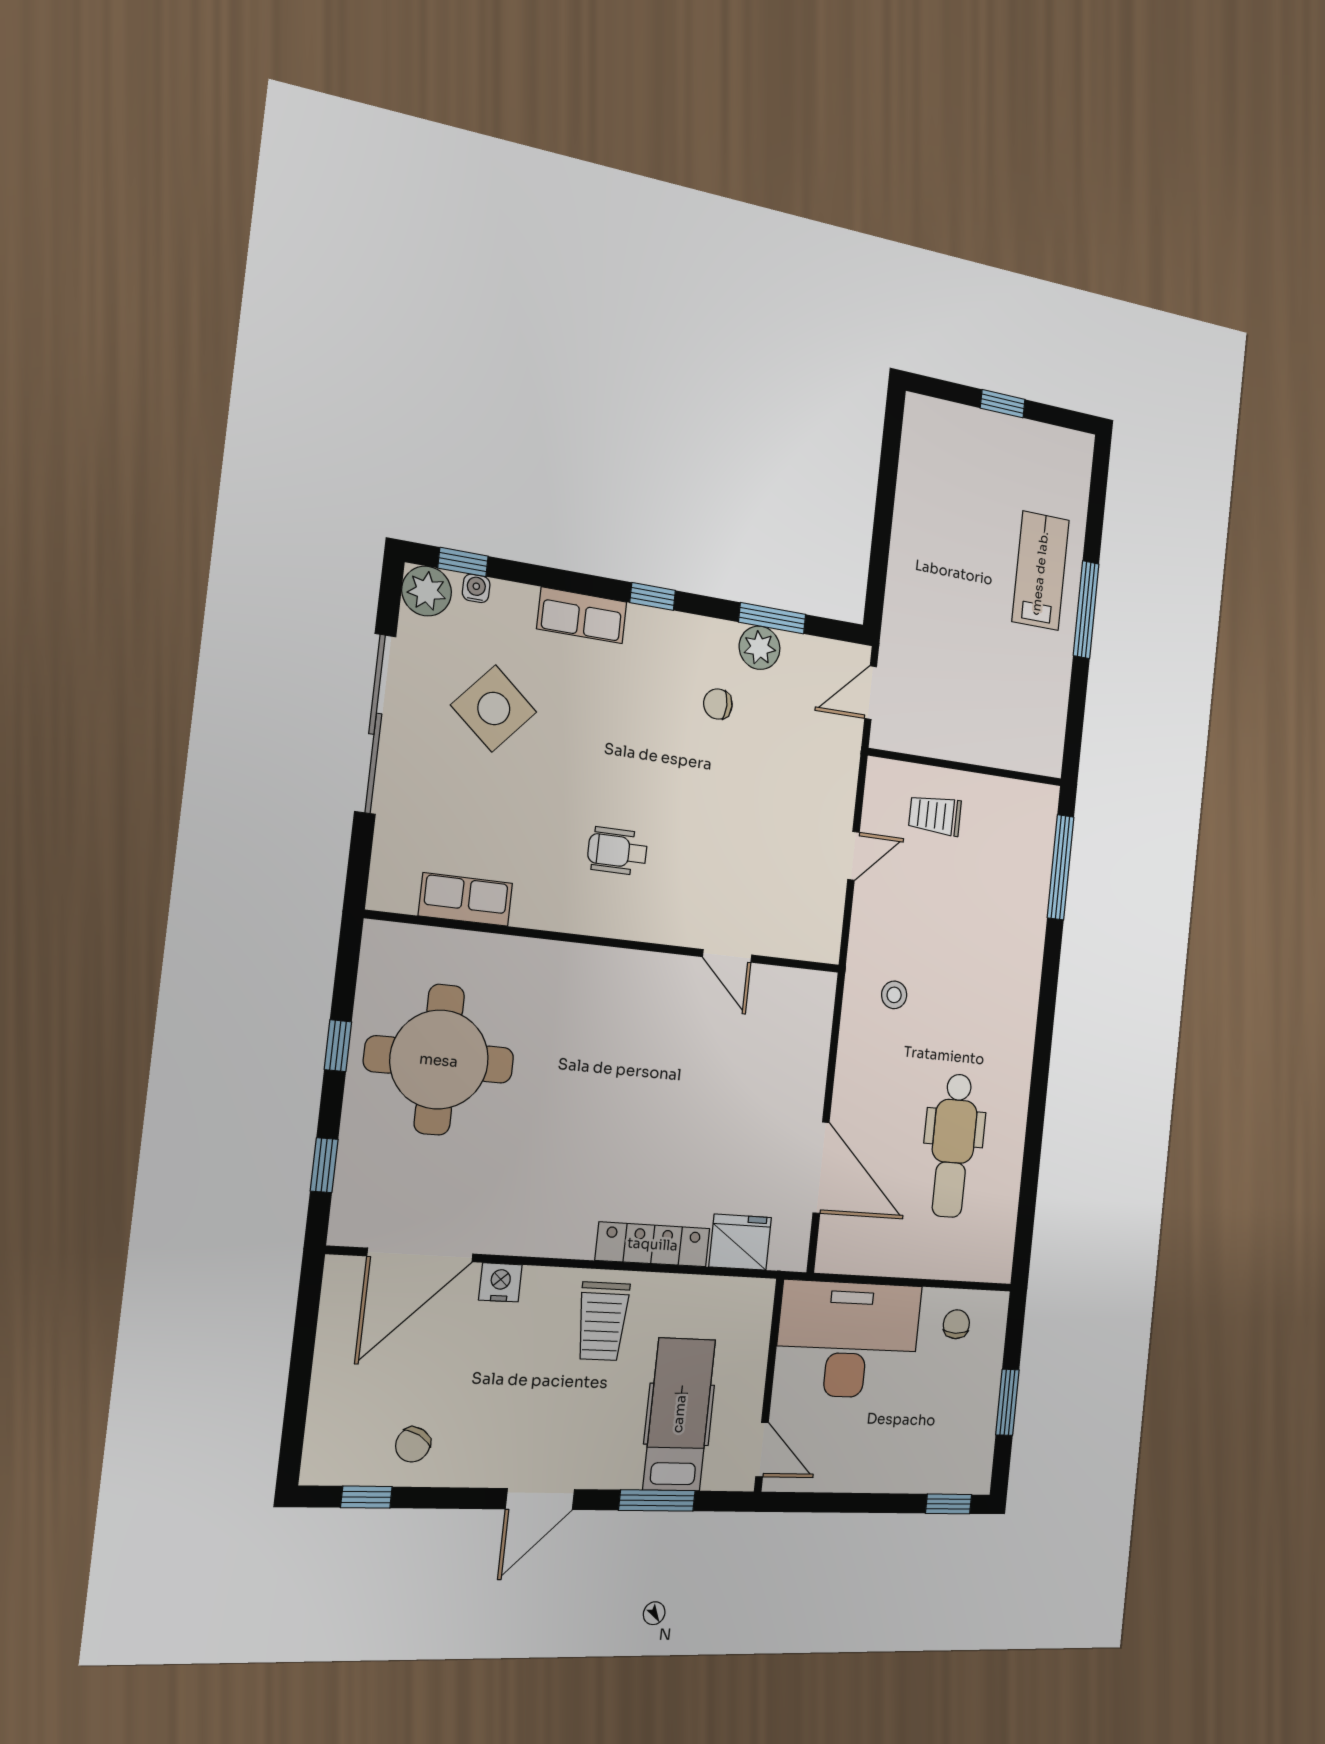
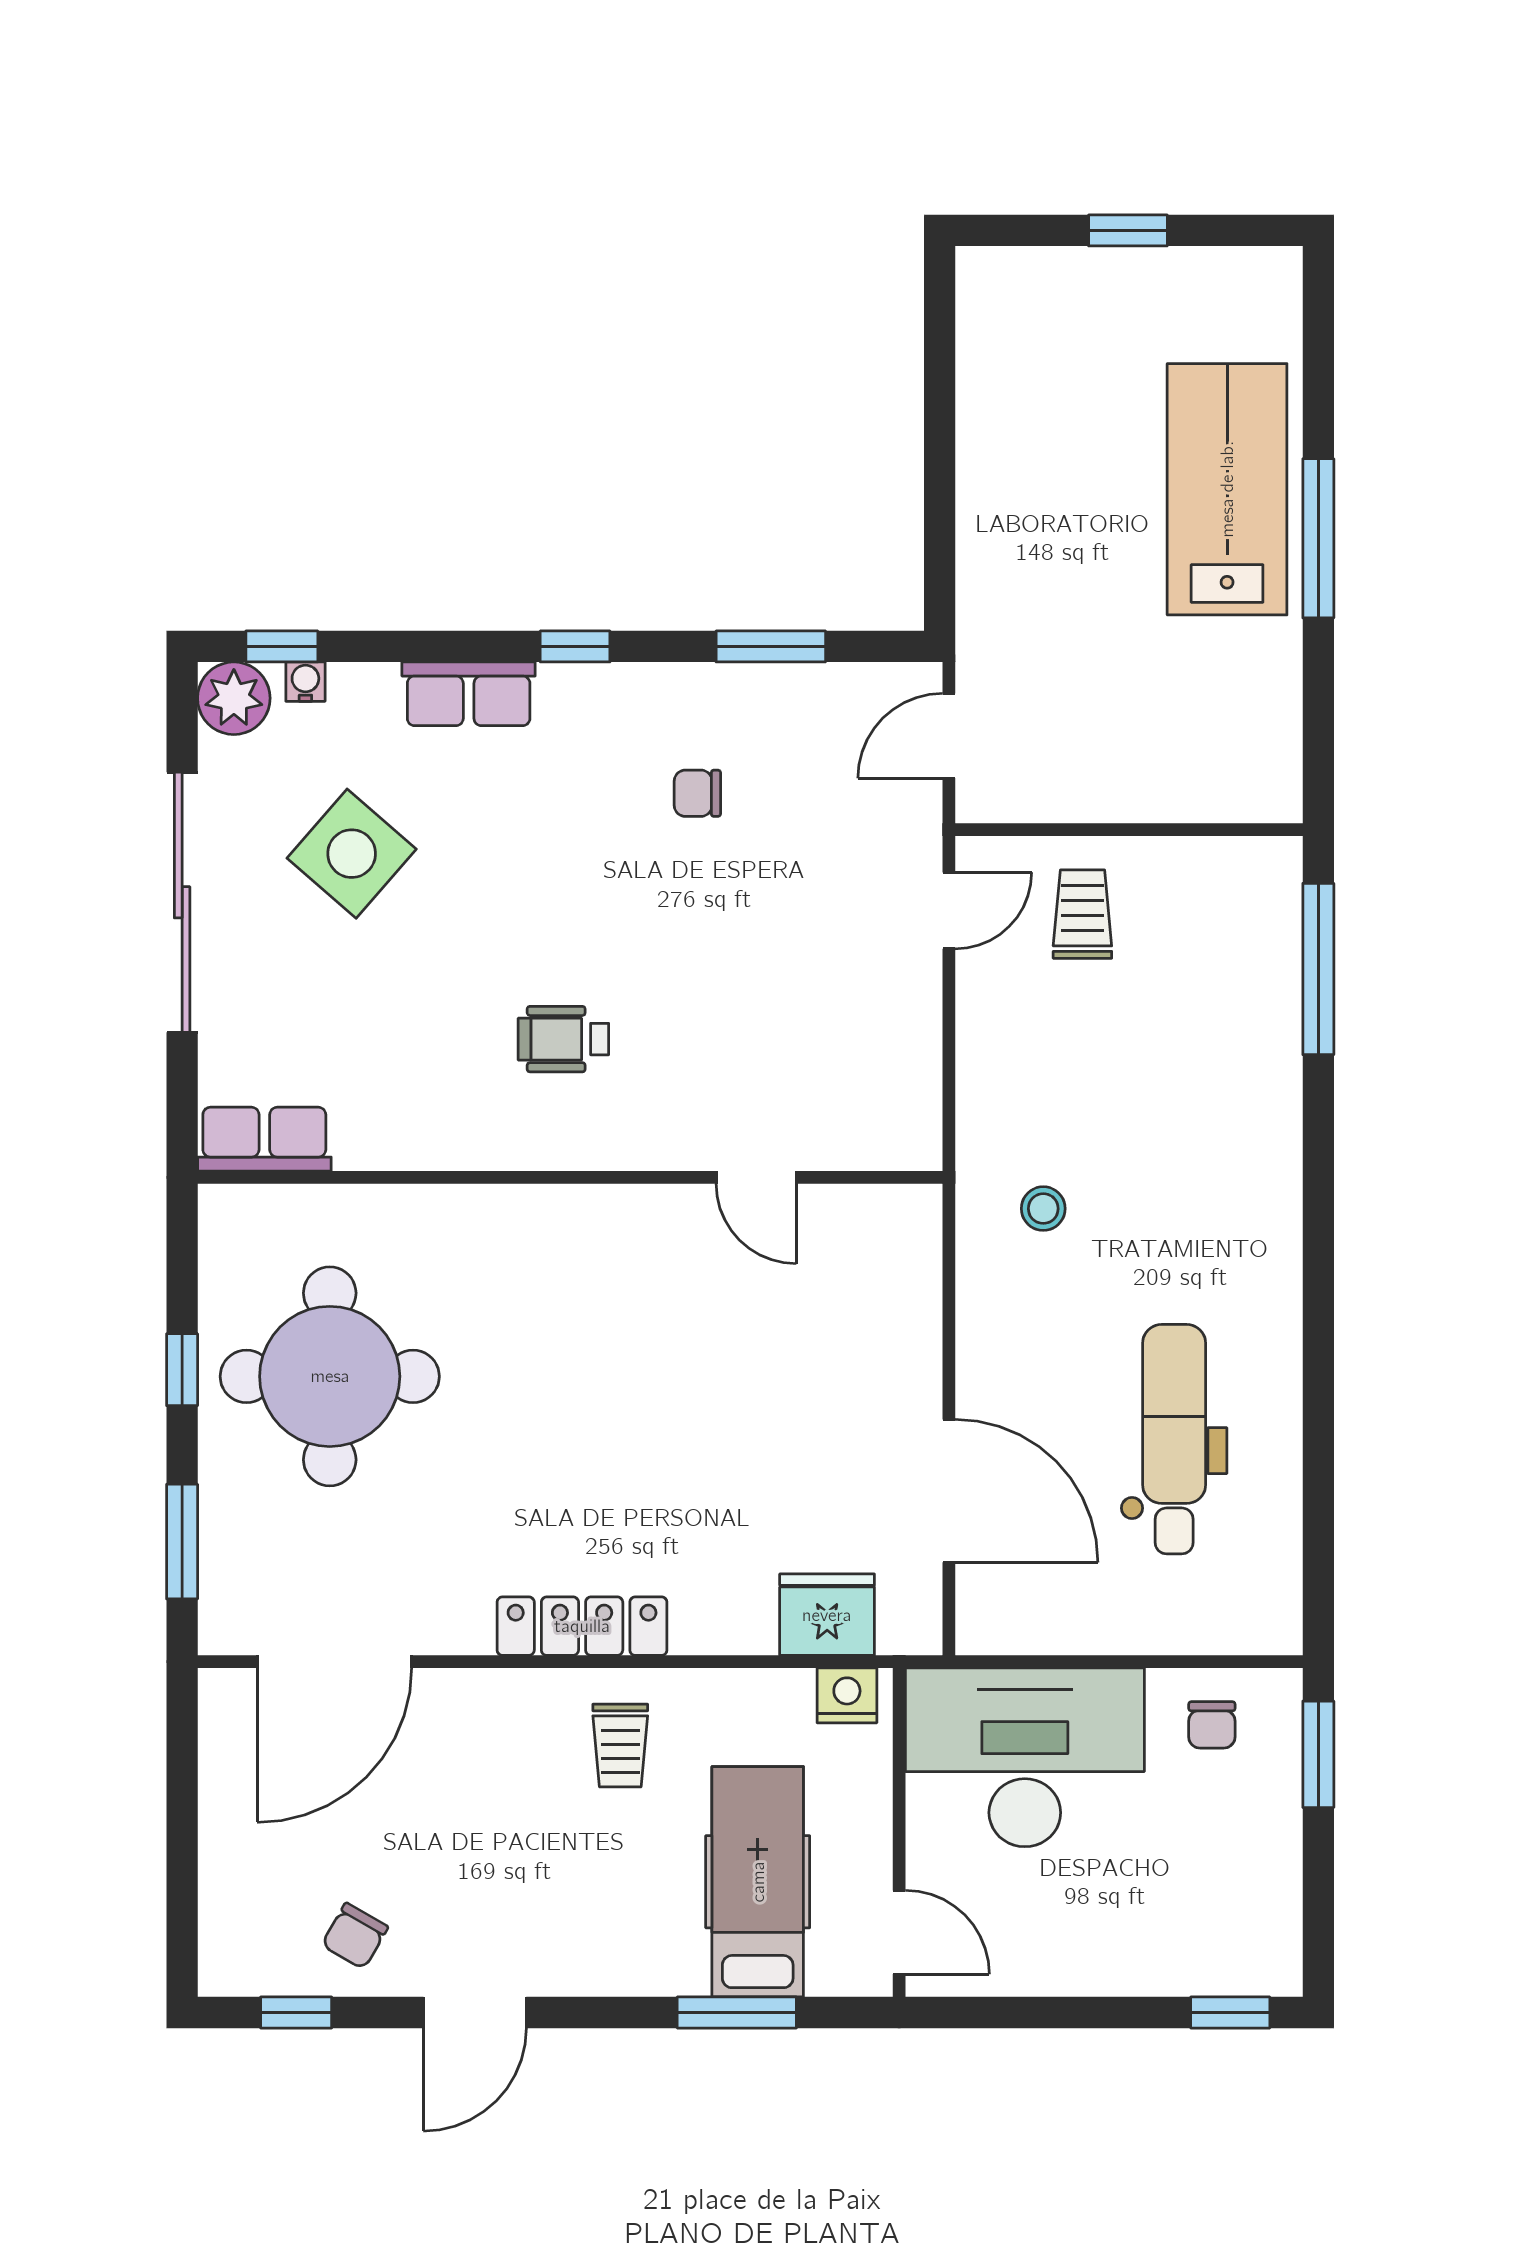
lab bench: (1040, 571) -> (1227, 489), width x1.36, depth x1.39
plant: (760, 648) -> (755, 696), removed
trolley: (935, 815) -> (1082, 914), turned 90
door: (854, 856) -> (949, 911), moved
row of seats: (466, 899) -> (264, 1139), moved
dental chair: (953, 1145) -> (1174, 1439), turned 180
window: (324, 1165) -> (182, 1542), width x1.50
locker: (653, 1244) -> (582, 1626), moved
nightstand: (500, 1282) -> (847, 1695), moved
trolley: (602, 1321) -> (620, 1746), width x0.73, depth x0.72
chair: (956, 1324) -> (1212, 1725), turned 180
window: (1007, 1402) -> (1318, 1754), moved
door: (540, 1499) -> (475, 2012), moved

